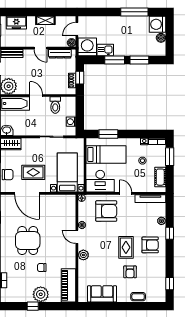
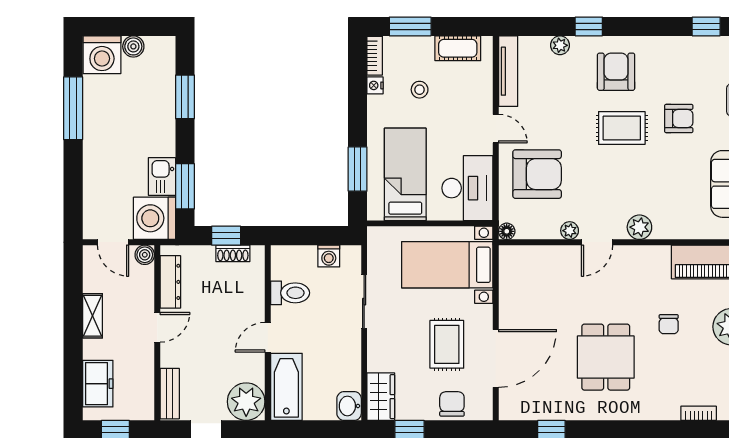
window: (115, 60) -> (185, 186), moved
door: (126, 193) -> (496, 129), swing flipped
armchair: (106, 211) -> (537, 174), turned 90
dining table: (28, 241) -> (606, 357), turned 90

